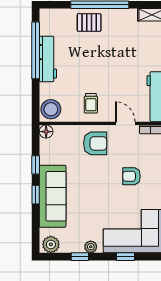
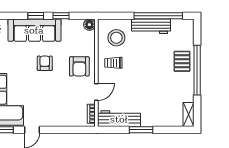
stool: (51, 109) -> (116, 38), moved
armchair: (132, 176) -> (45, 63), moved

